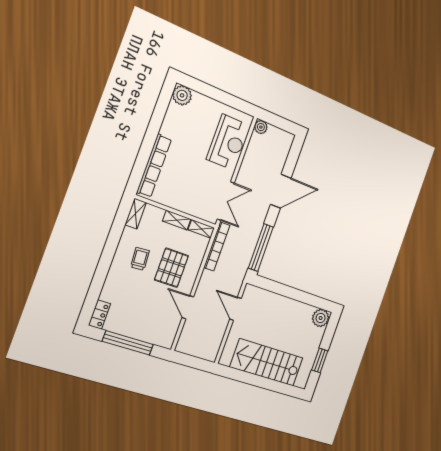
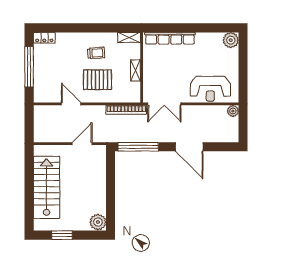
shelving: (201, 229) -> (136, 92), removed
door: (188, 307) -> (71, 104), hinge flipped

